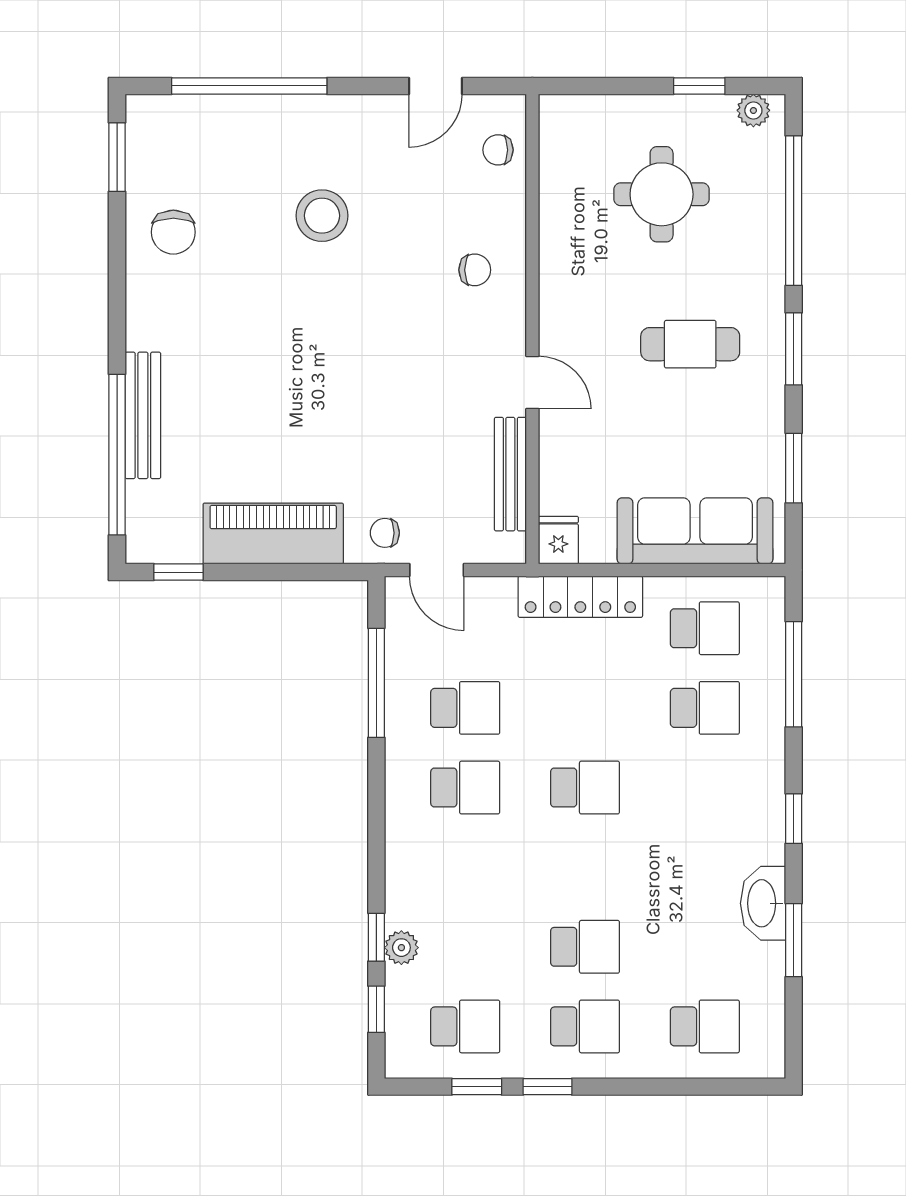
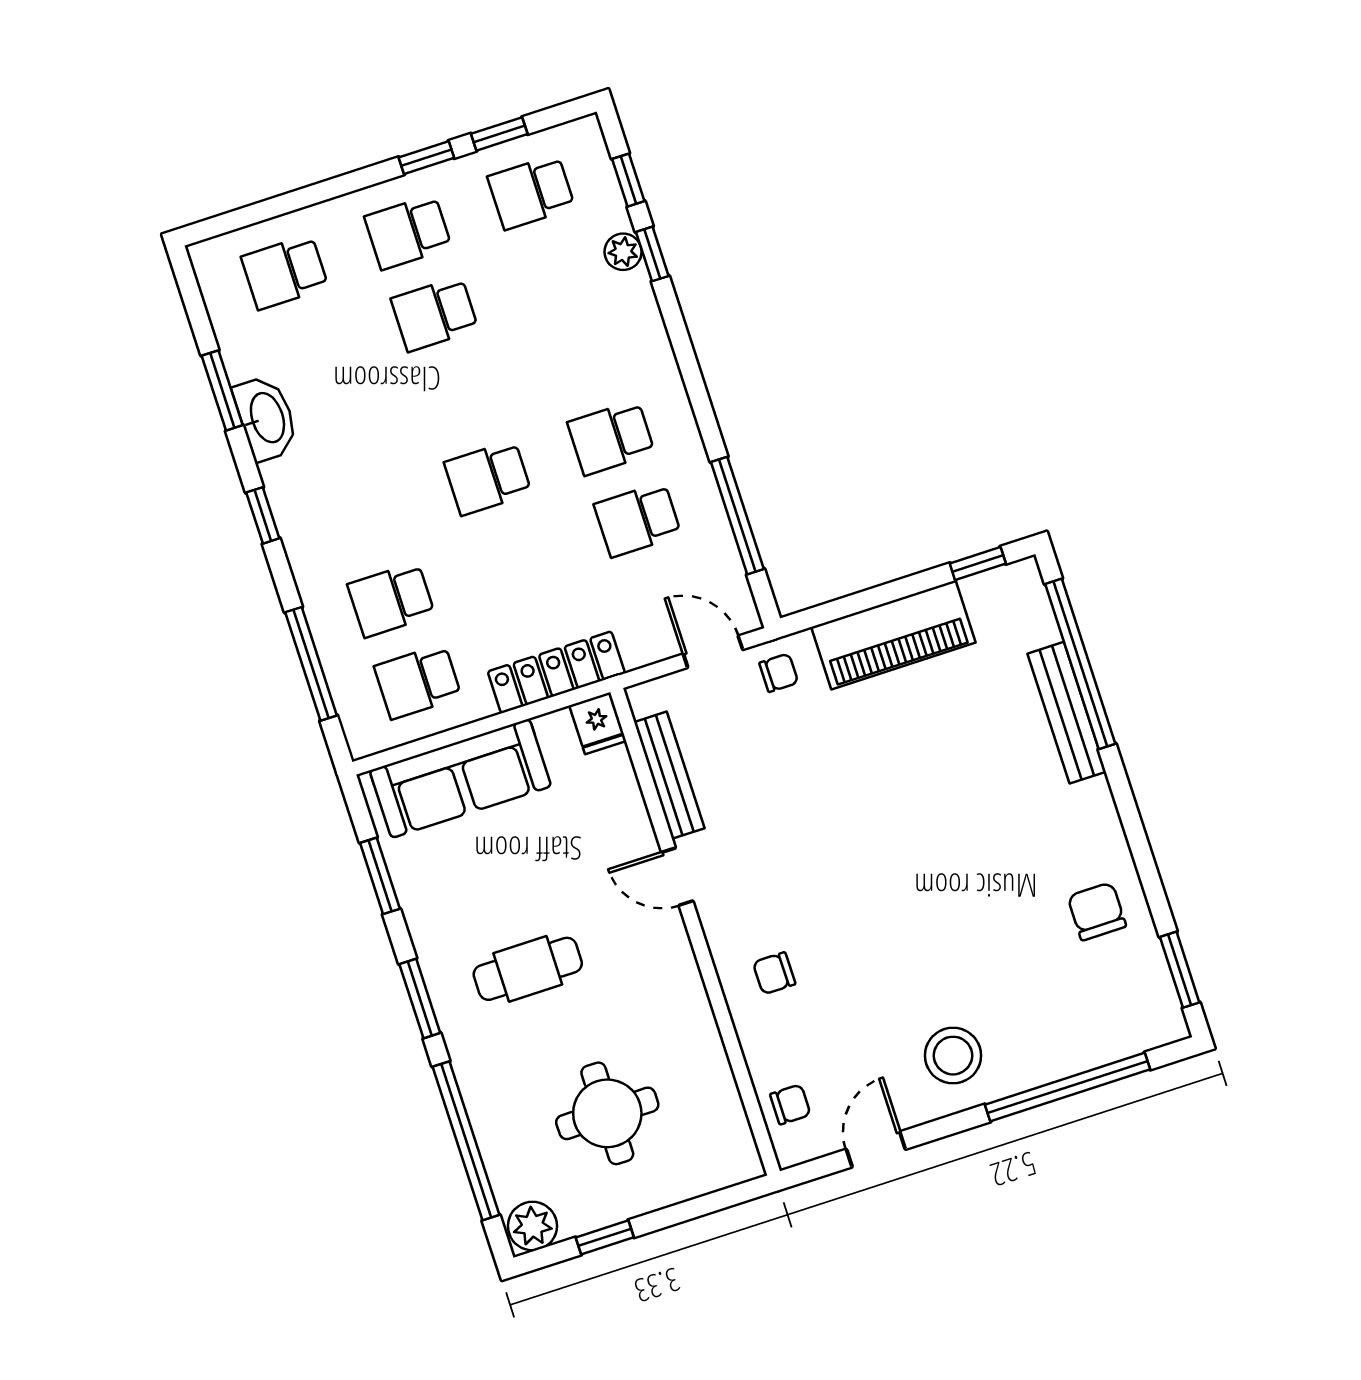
plant: (753, 110) -> (532, 1226), width x1.38, depth x1.38
stool: (322, 216) -> (953, 1056), moved

